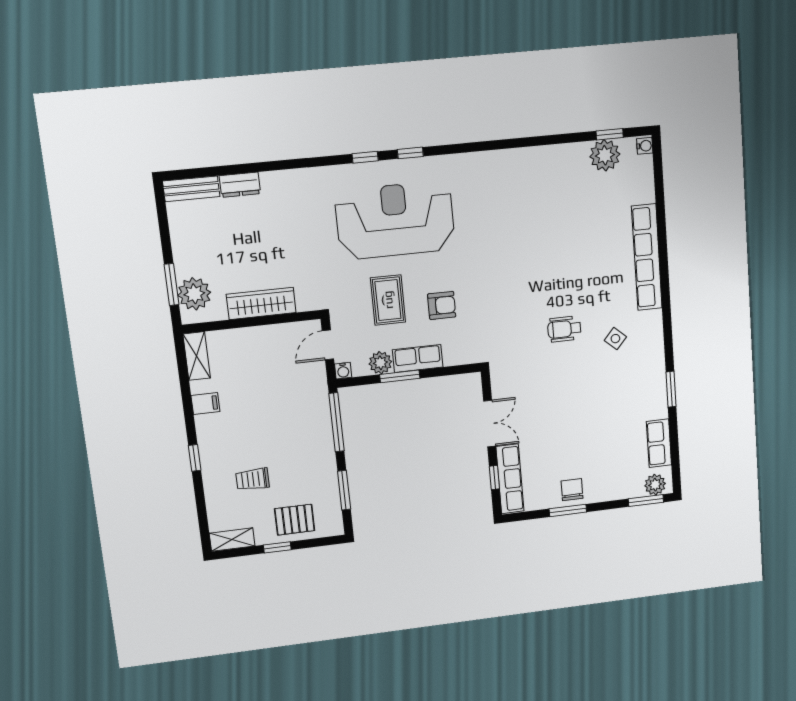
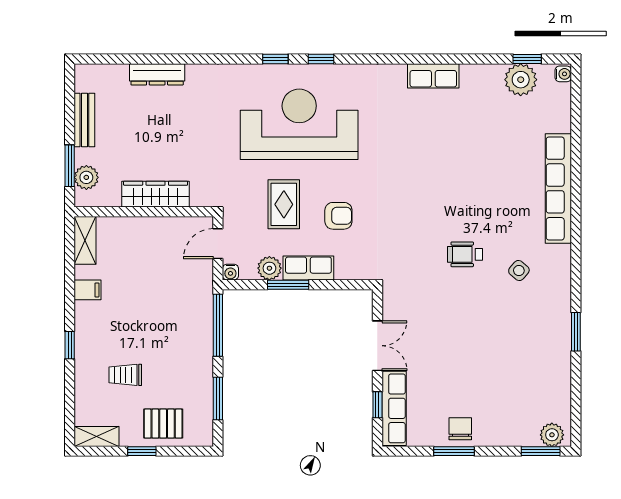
dresser: (240, 185) -> (157, 74), width x1.44
bench: (191, 189) -> (84, 120), moved, turned 90
plant: (194, 294) -> (86, 177), width x0.73, depth x0.73
row of seats: (659, 443) -> (433, 76), moved, turned -90

